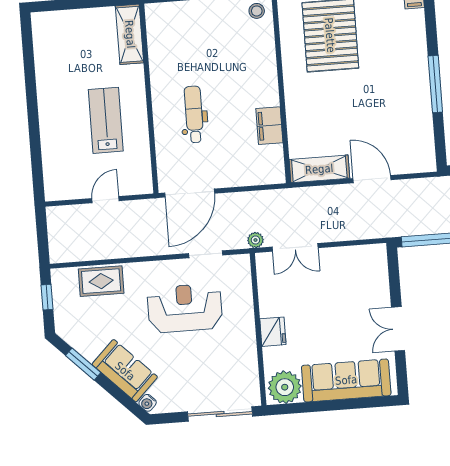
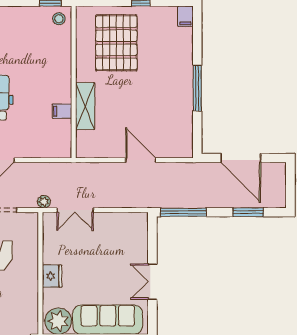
filing cabinet: (269, 126) -> (62, 111), width x0.50
shelving: (319, 169) -> (85, 106), moved, turned 90

